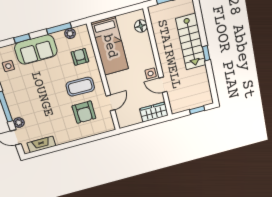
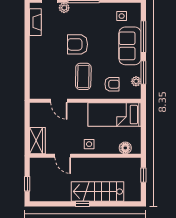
window: (22, 38) -> (143, 37), width x2.17
side table: (151, 73) -> (89, 144), moved
door: (163, 85) -> (63, 156), swing flipped
armchair: (84, 112) -> (78, 44), moved

